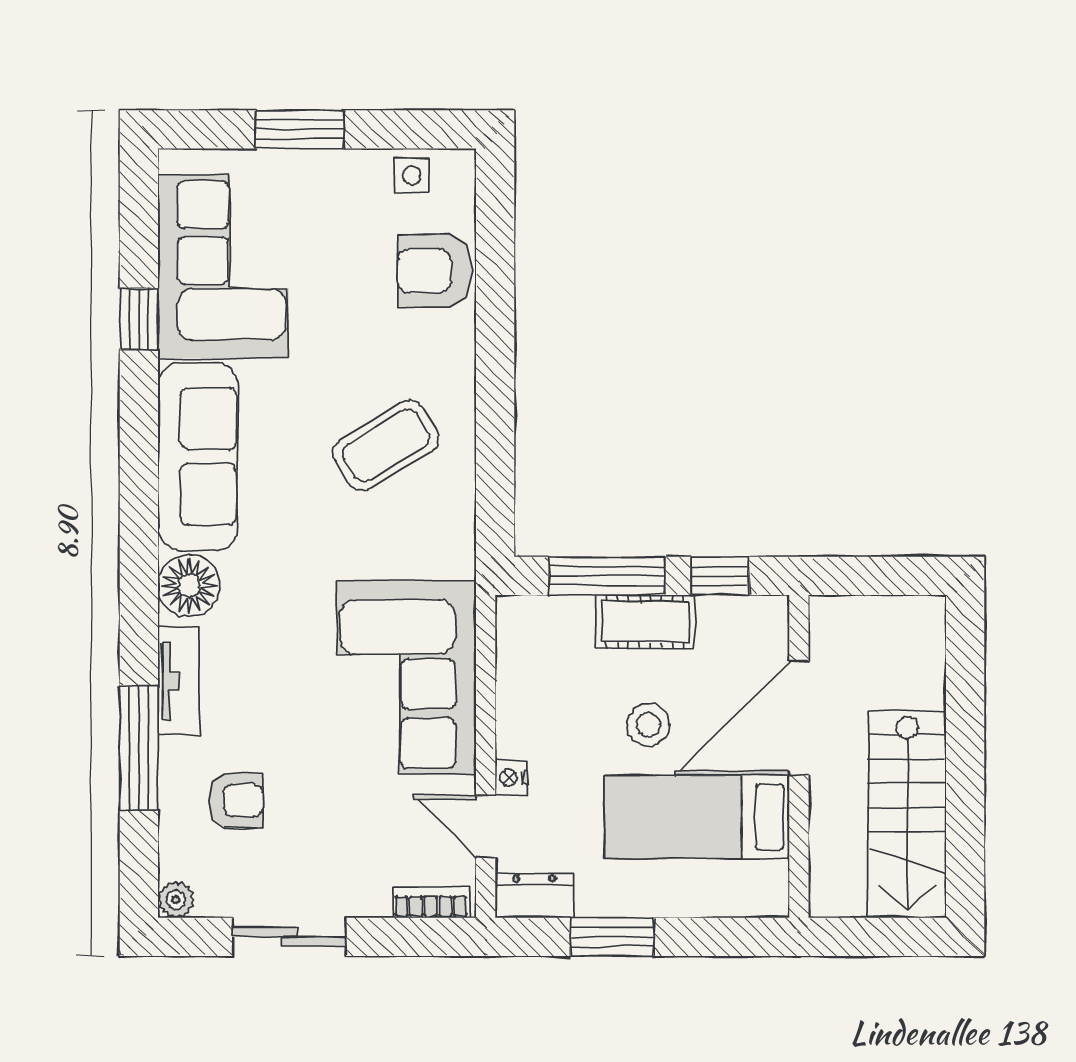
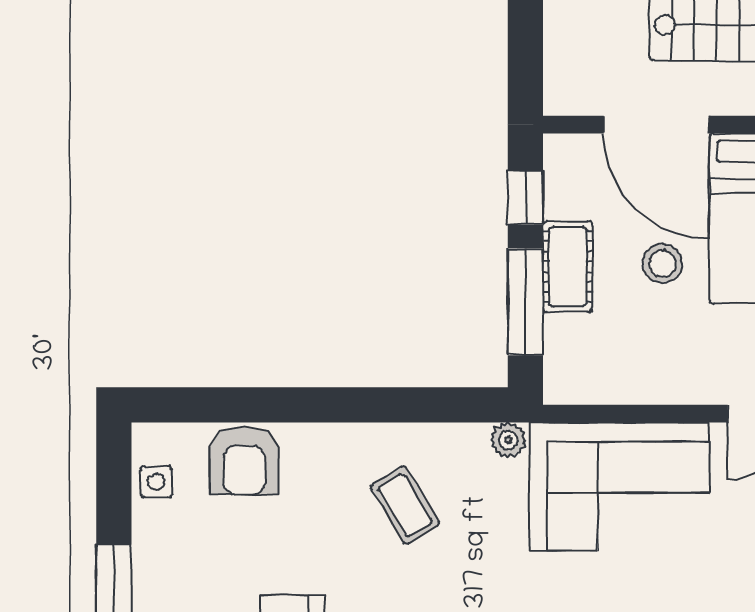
coffee table: (386, 445) -> (405, 505), width x0.73, depth x0.77
plant: (457, 557) -> (508, 440), added
nightstand: (511, 778) -> (711, 390), removed

